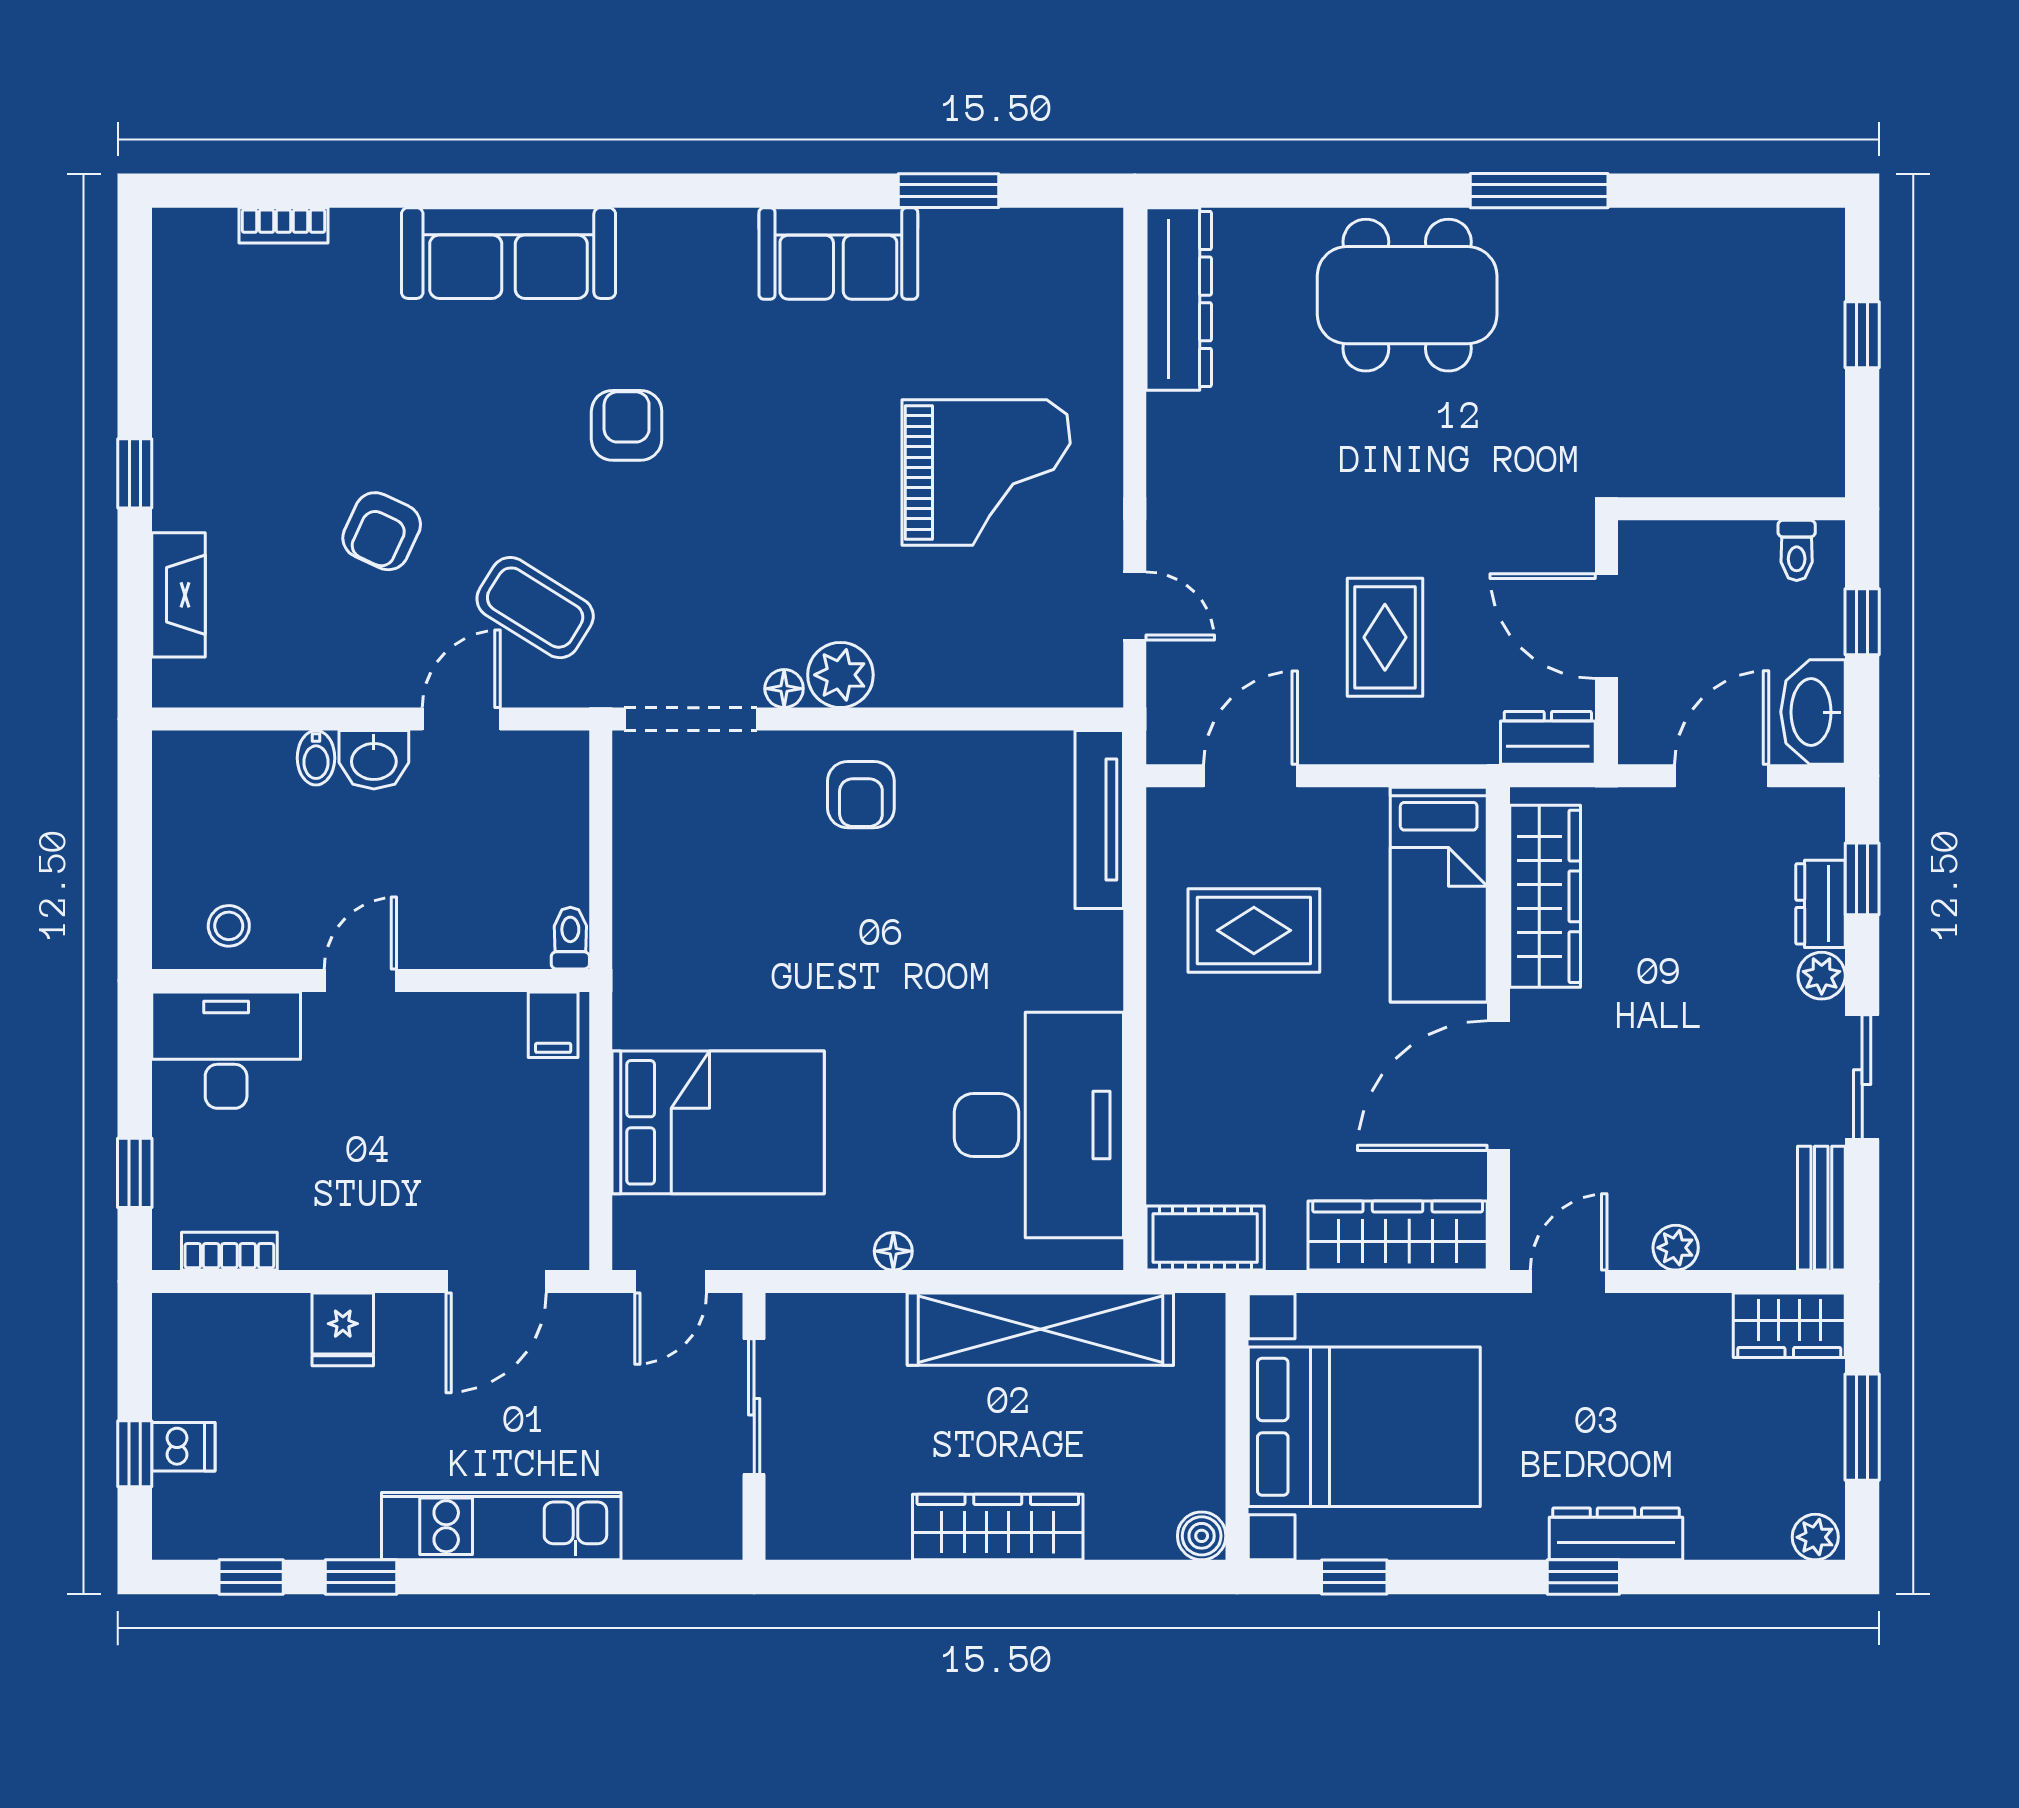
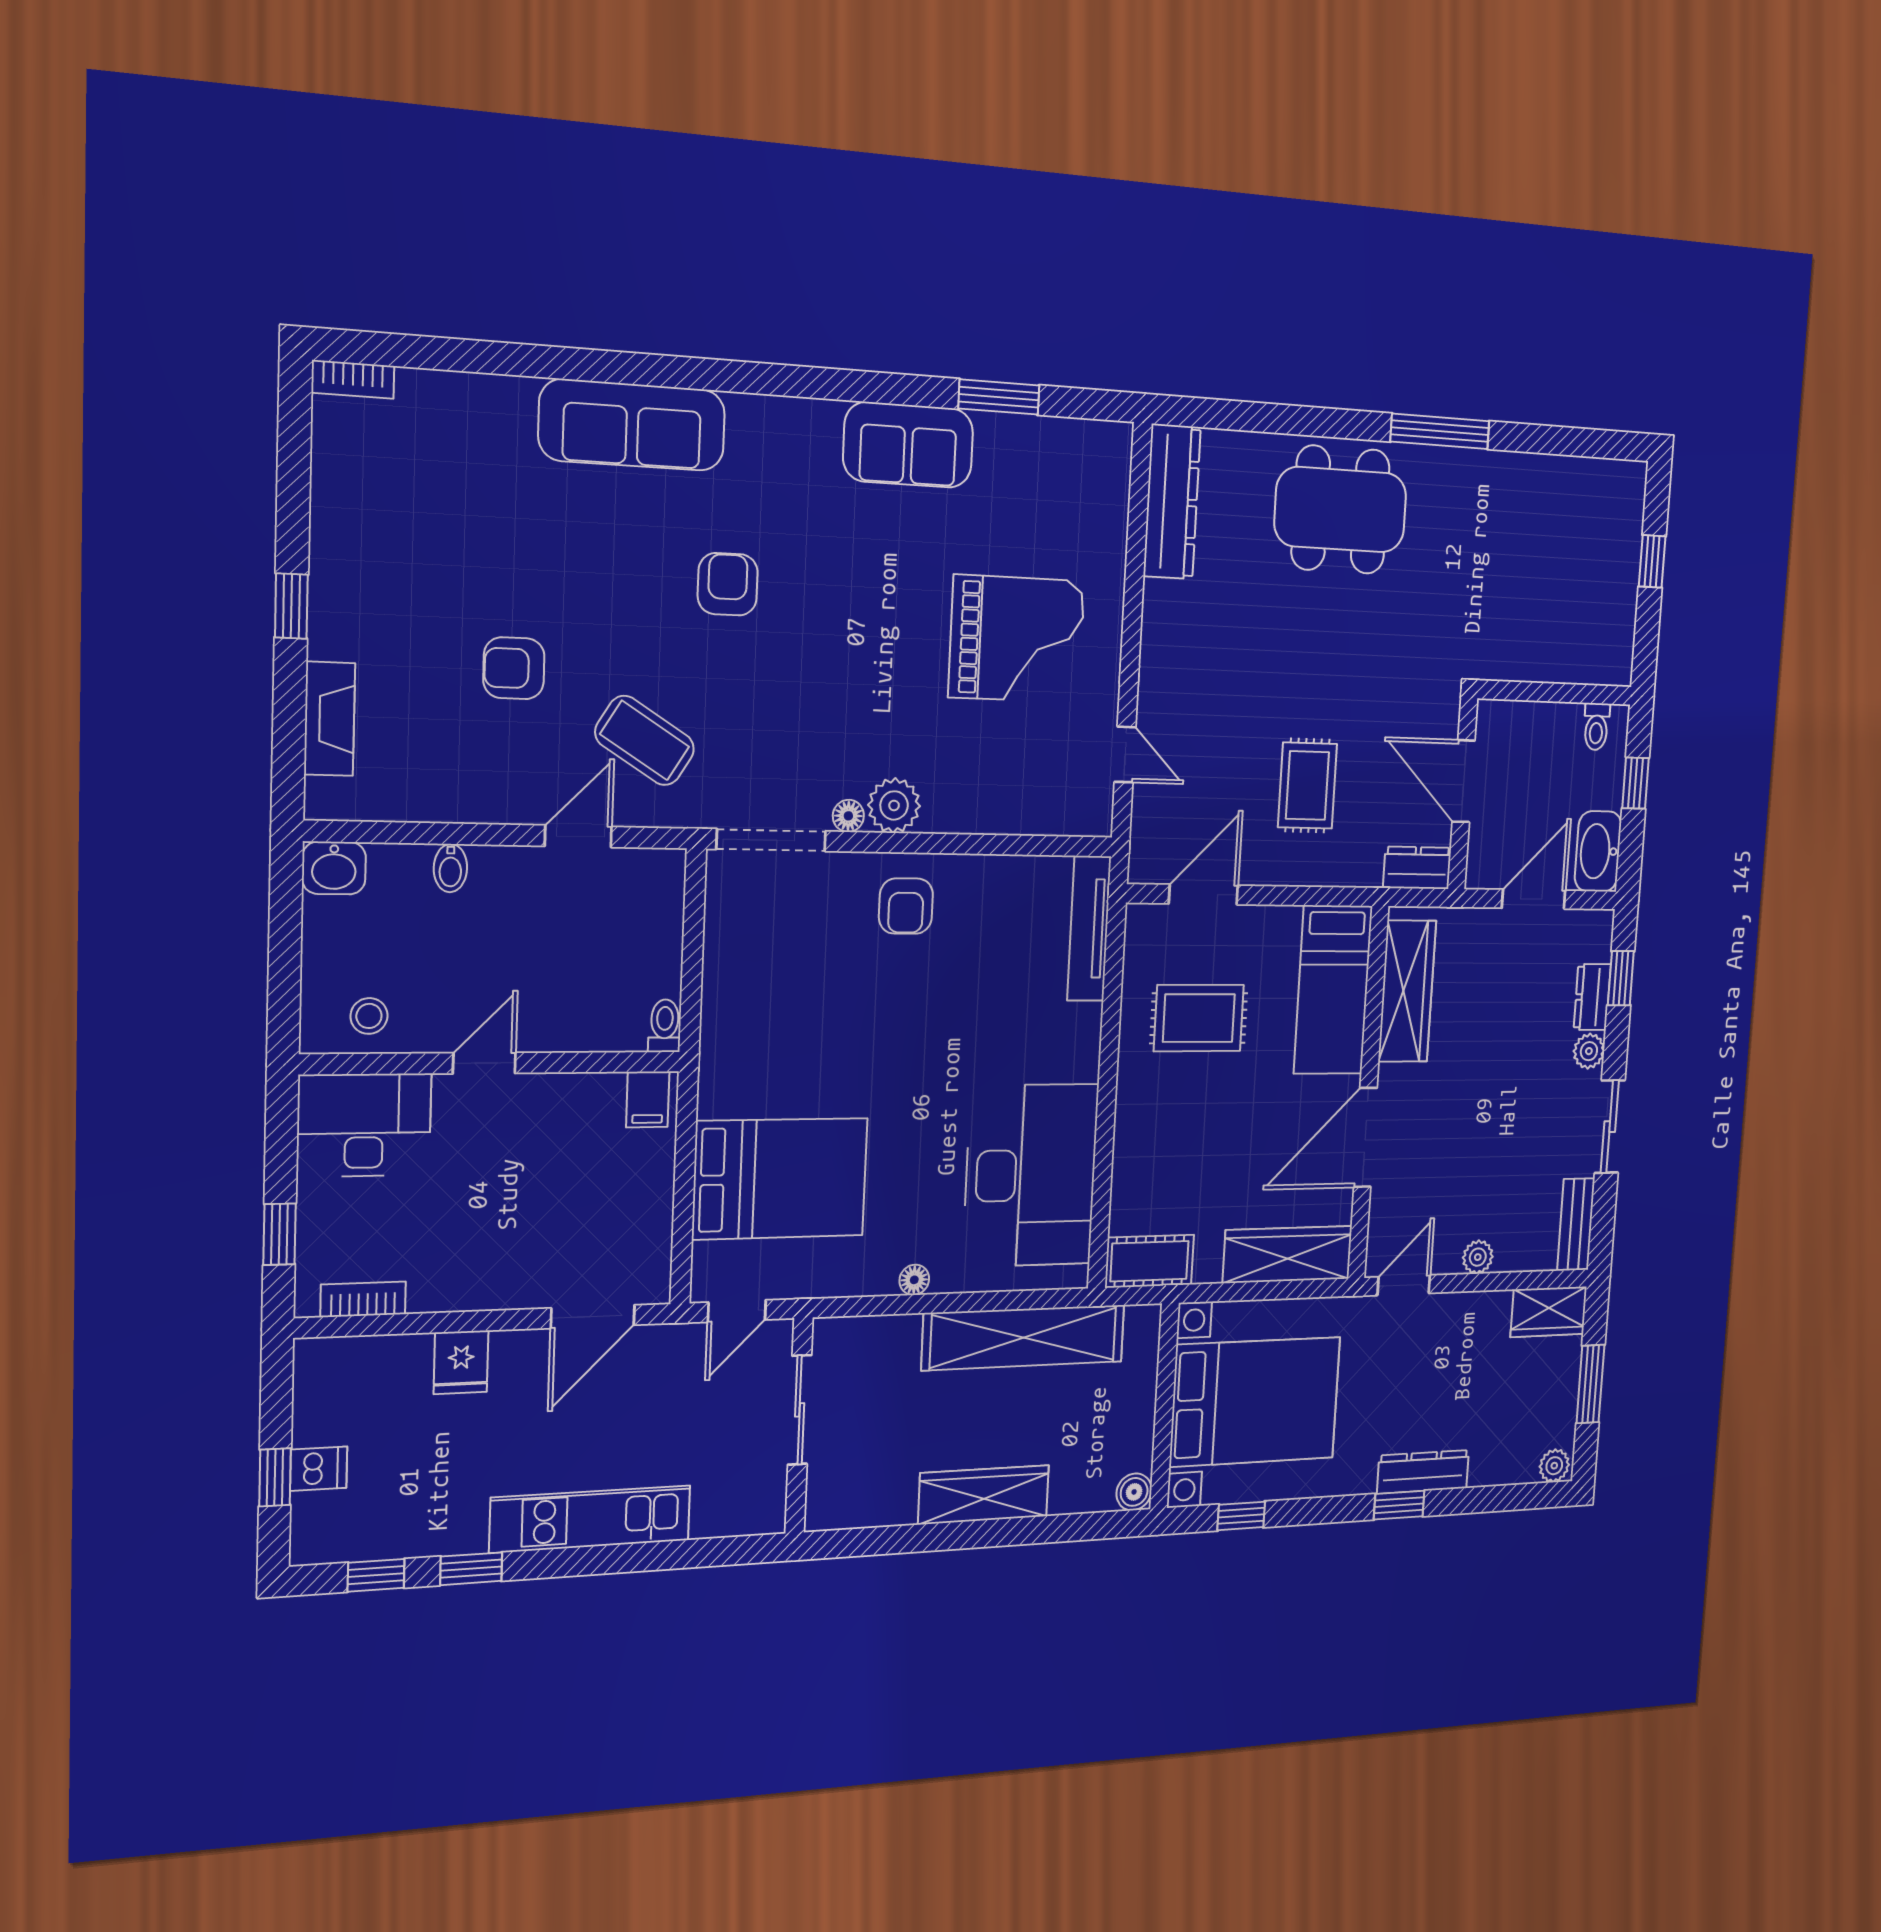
bookcase: (284, 225) -> (353, 379), moved
armchair: (382, 531) -> (514, 668), turned 65
washbasin: (374, 760) -> (334, 868), moved

